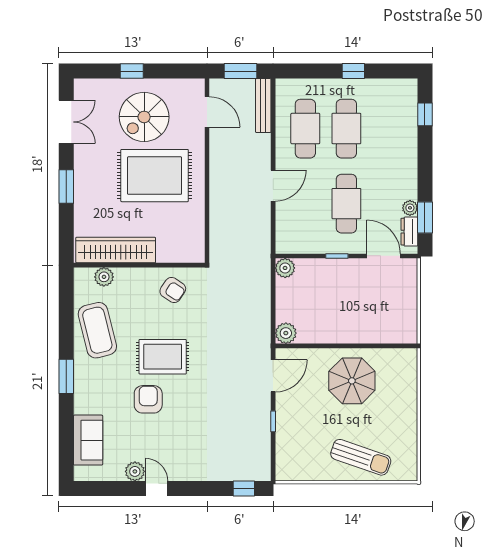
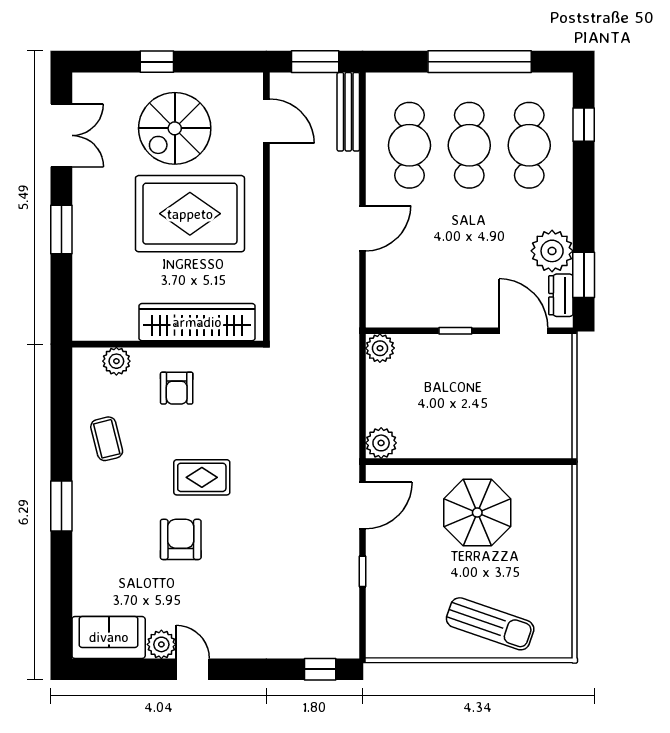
window: (353, 71) -> (480, 62), width x3.17
cafe table: (346, 204) -> (529, 145), moved
plant: (410, 208) -> (552, 251), width x1.88, depth x1.88
wardrobe: (116, 250) -> (197, 322), moved
armchair: (173, 290) -> (177, 388), moved, turned 56
coffee table: (97, 330) -> (107, 439), width x0.54, depth x0.58
rug: (163, 357) -> (202, 477), width x0.73, depth x0.70
sofa: (88, 440) -> (109, 637), moved, turned -90

